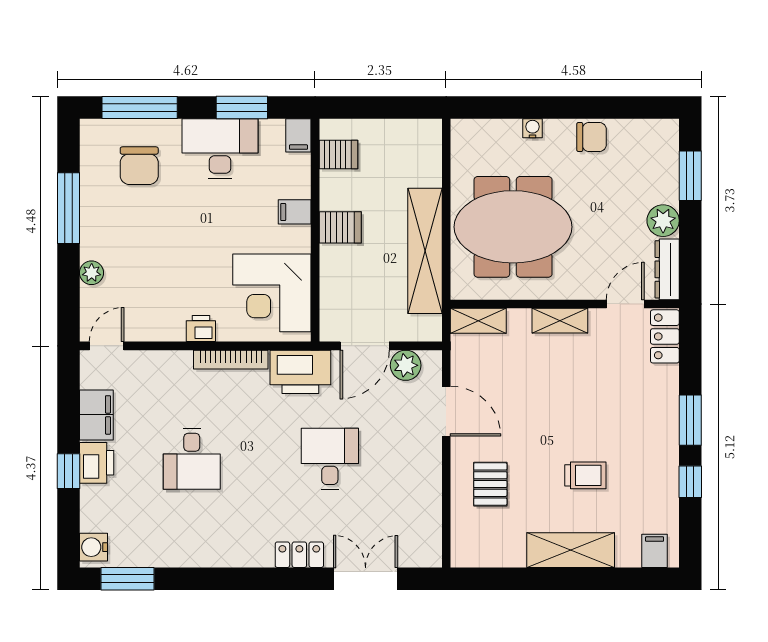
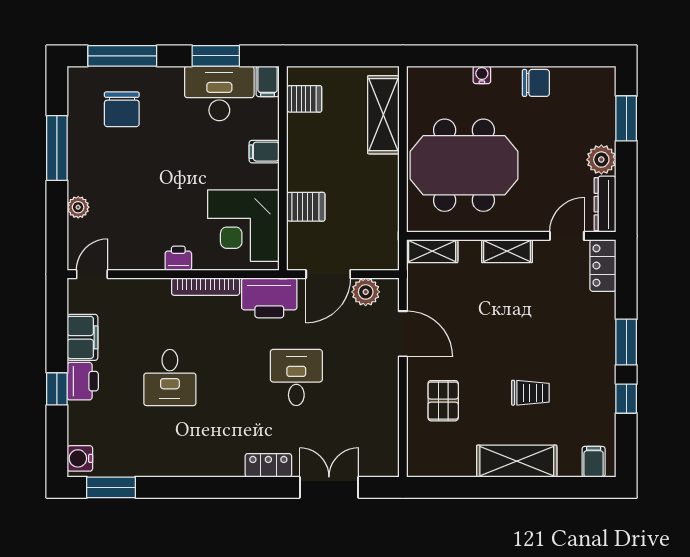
desk: (220, 148) -> (219, 93), moved
server rack: (340, 227) -> (306, 207), moved
shelving: (425, 251) -> (383, 115), moved, width x0.68

